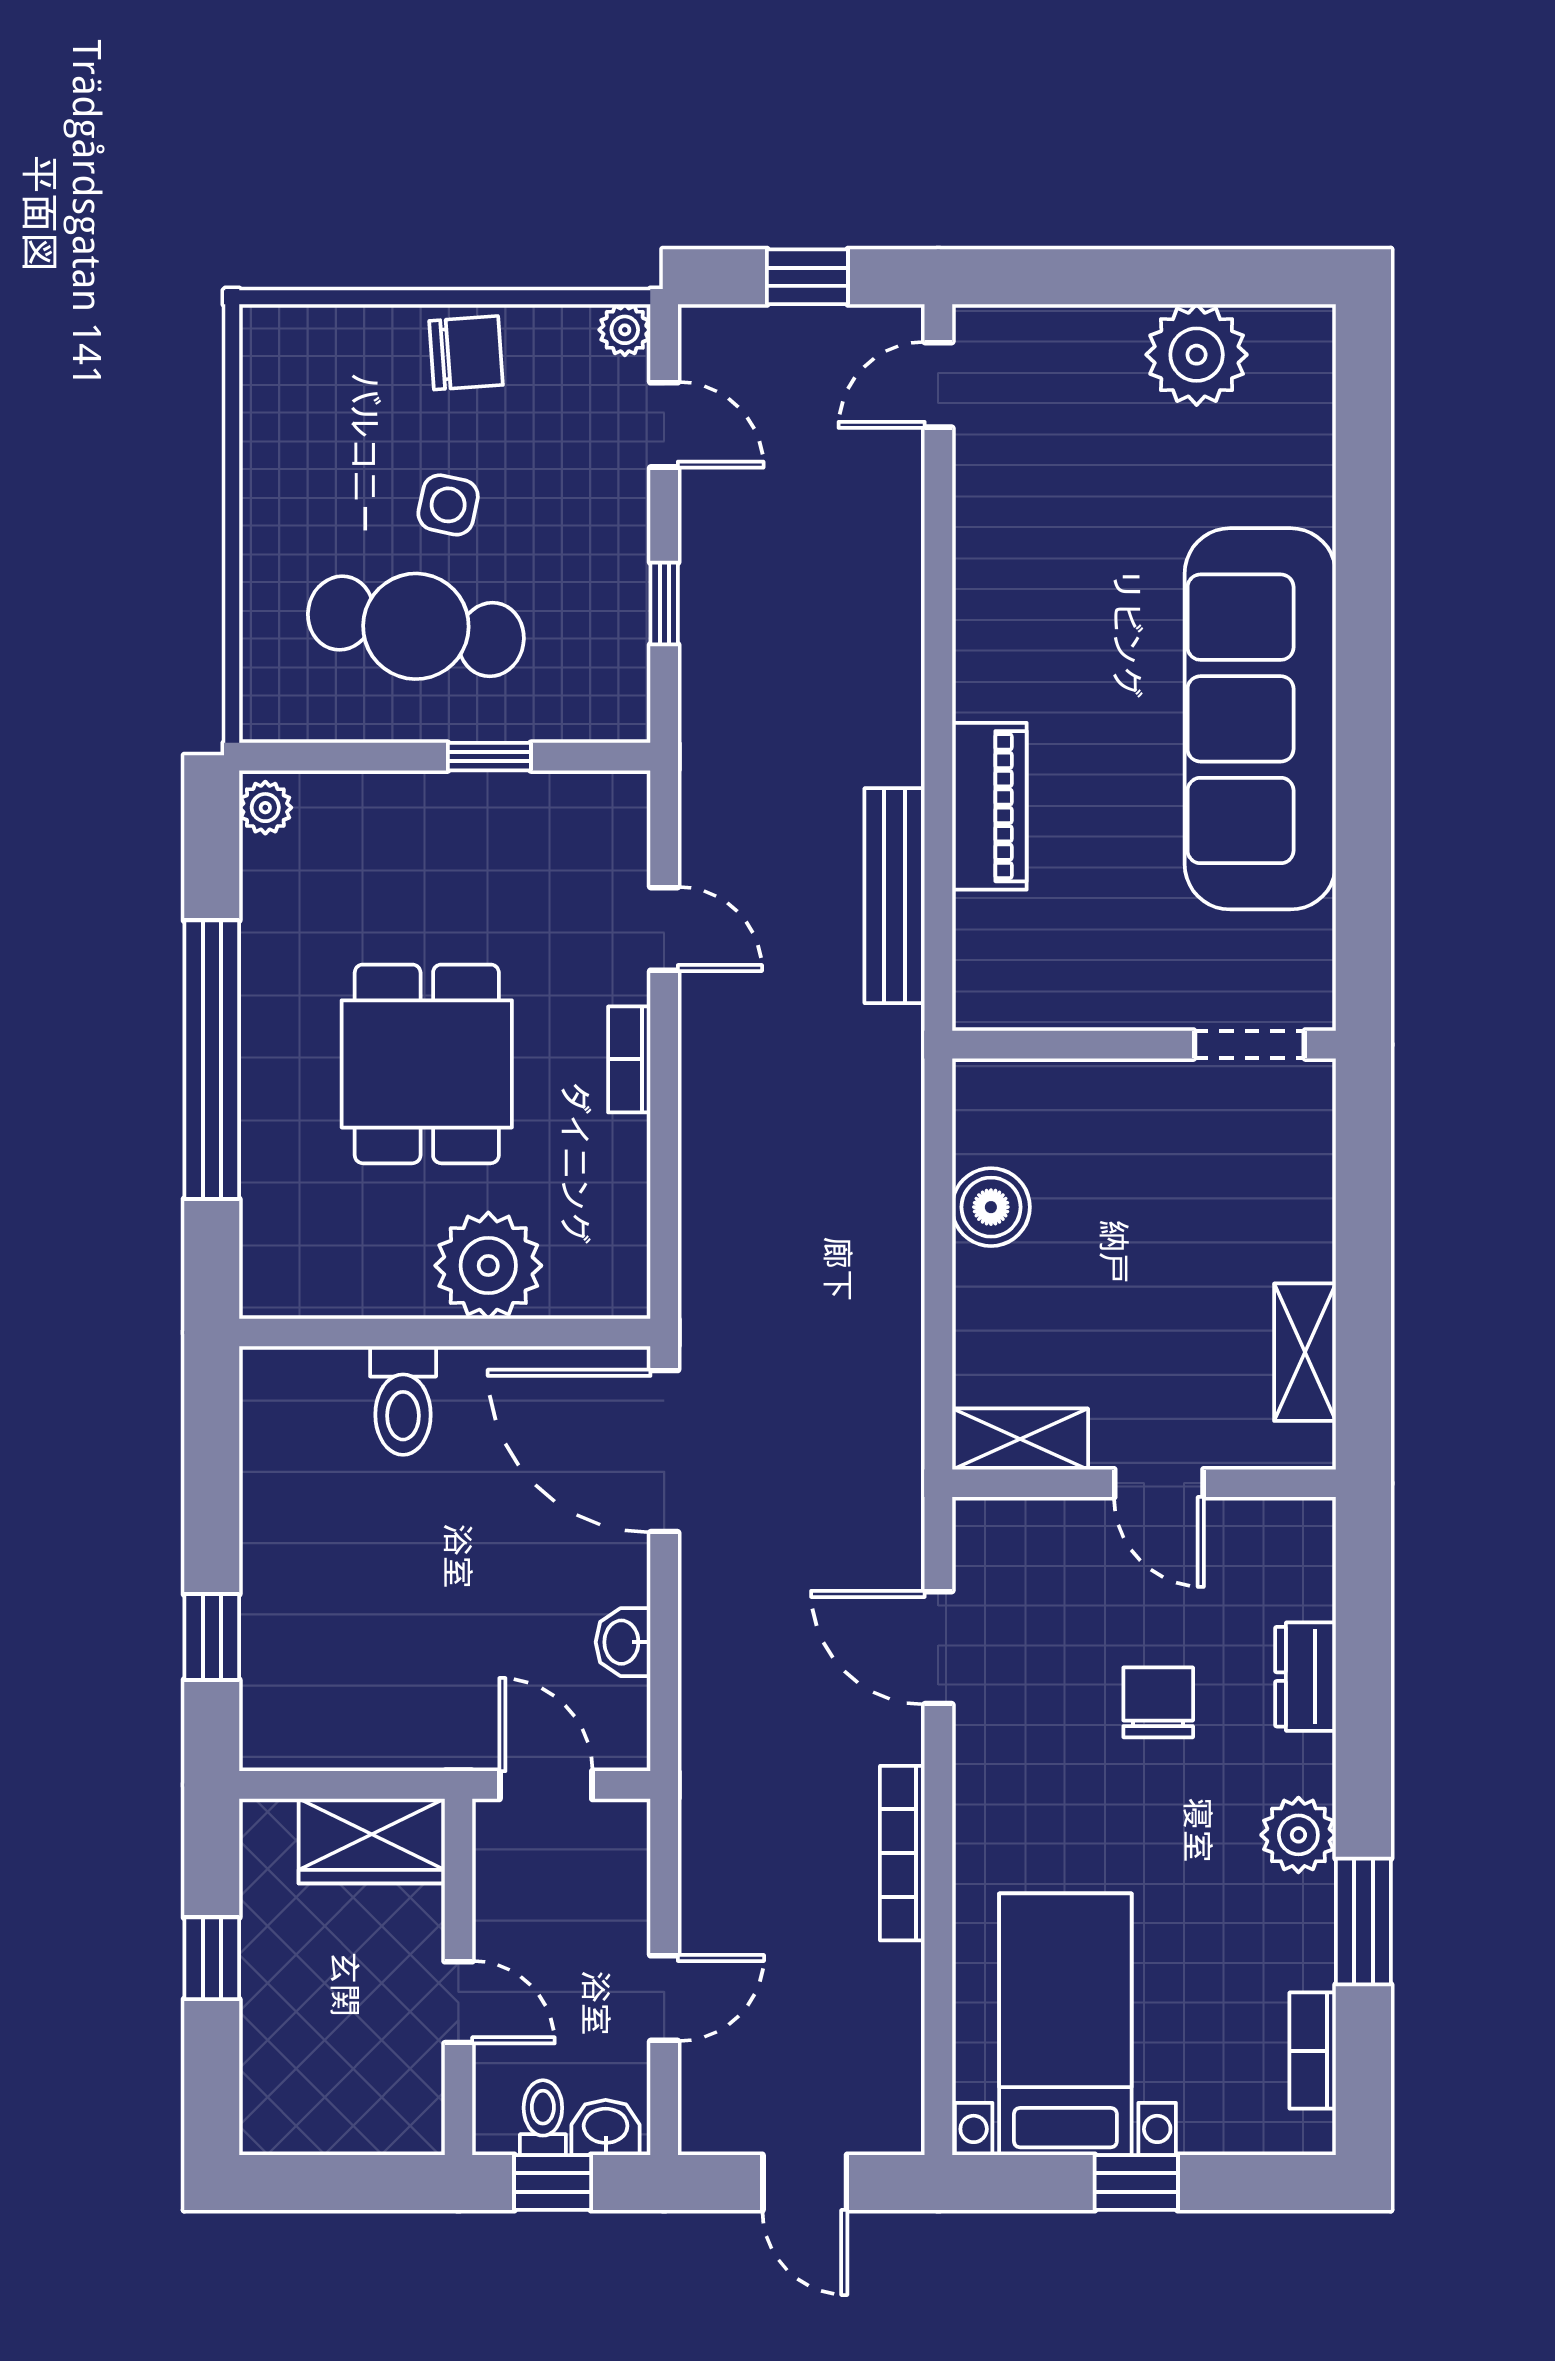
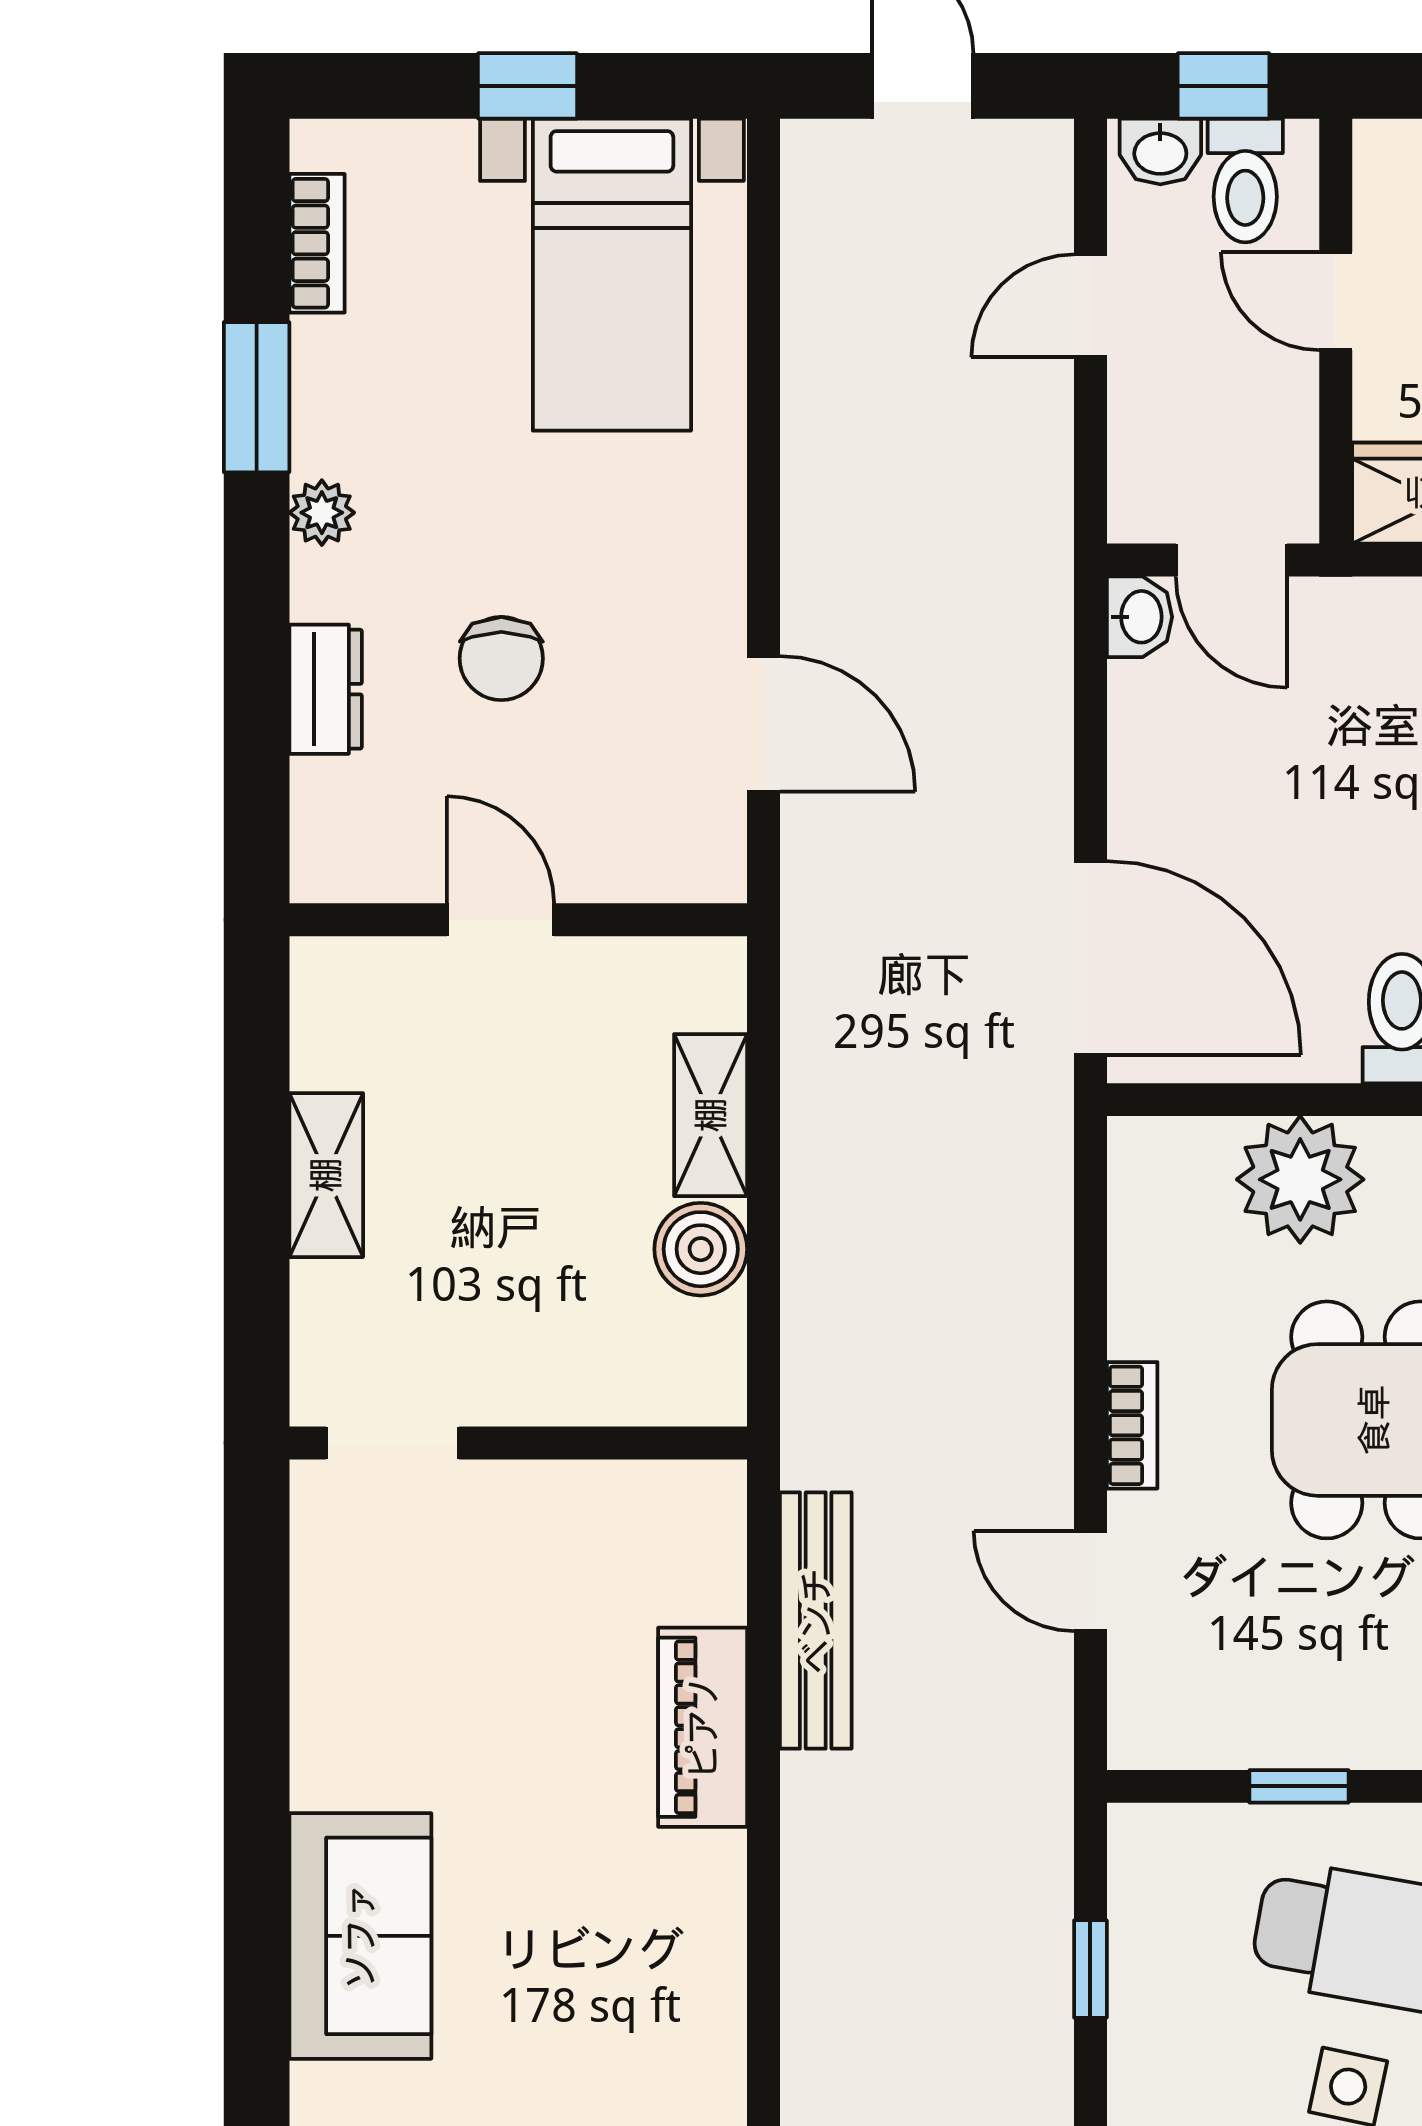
sofa: (1260, 719) -> (360, 1936), width x0.54, depth x0.79
shelving: (1305, 1352) -> (326, 1175), moved
shelving: (1020, 1439) -> (711, 1115), moved, turned 90
washbasin: (623, 1642) -> (1139, 617), moved
plant: (1298, 1835) -> (322, 513), width x0.73, depth x0.73
bookcase: (902, 1853) -> (806, 479), removed
toilet: (543, 2118) -> (1245, 180), width x1.37, depth x1.39

